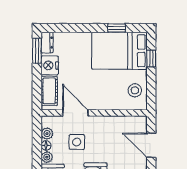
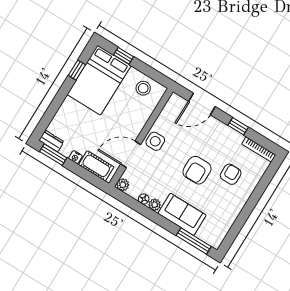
nightstand: (50, 65) -> (75, 157), width x0.53, depth x0.56
plant: (47, 134) -> (123, 185), moved
side table: (77, 142) -> (155, 141), moved

